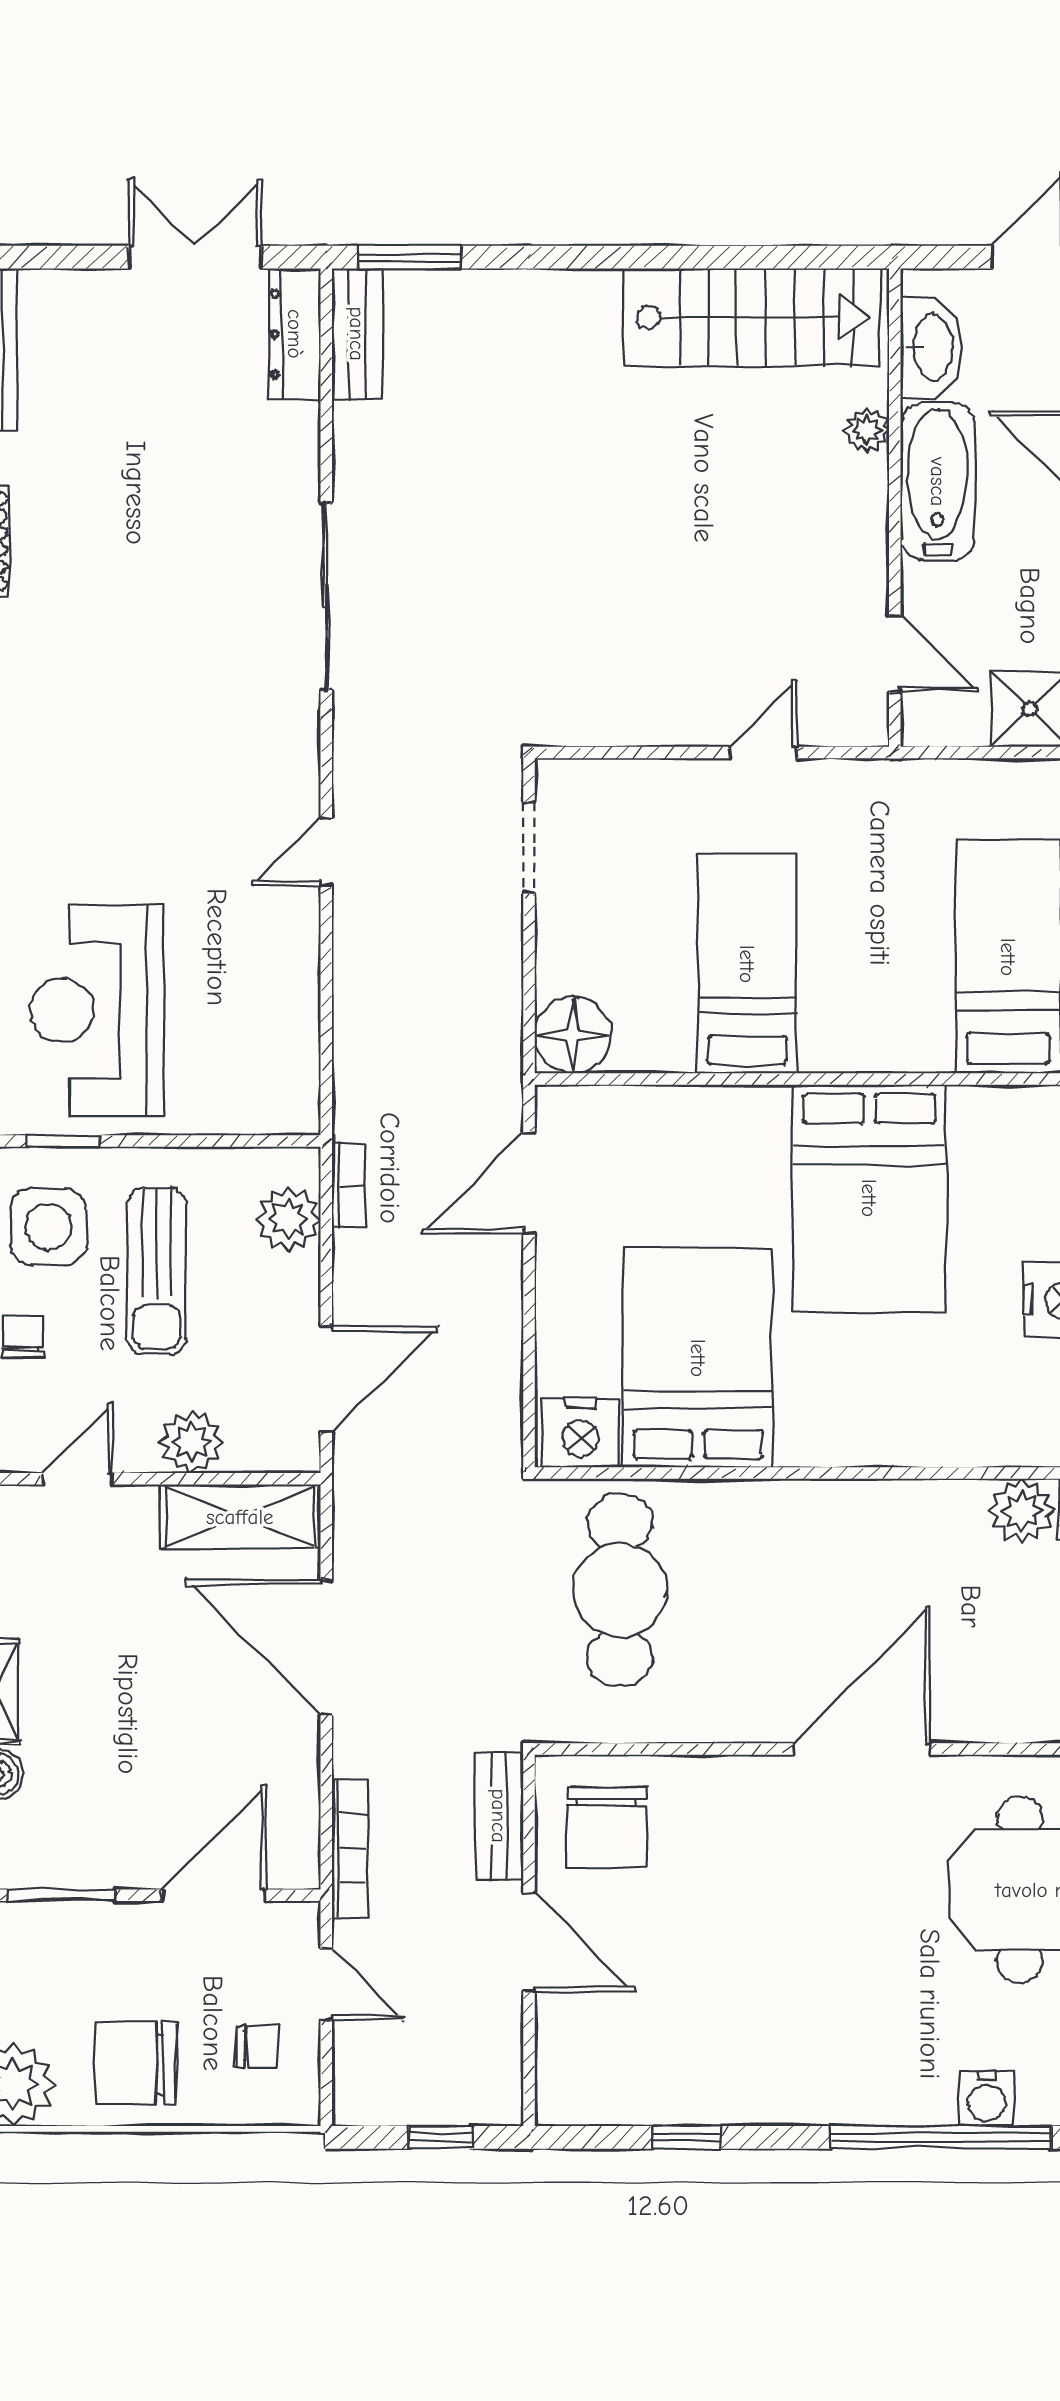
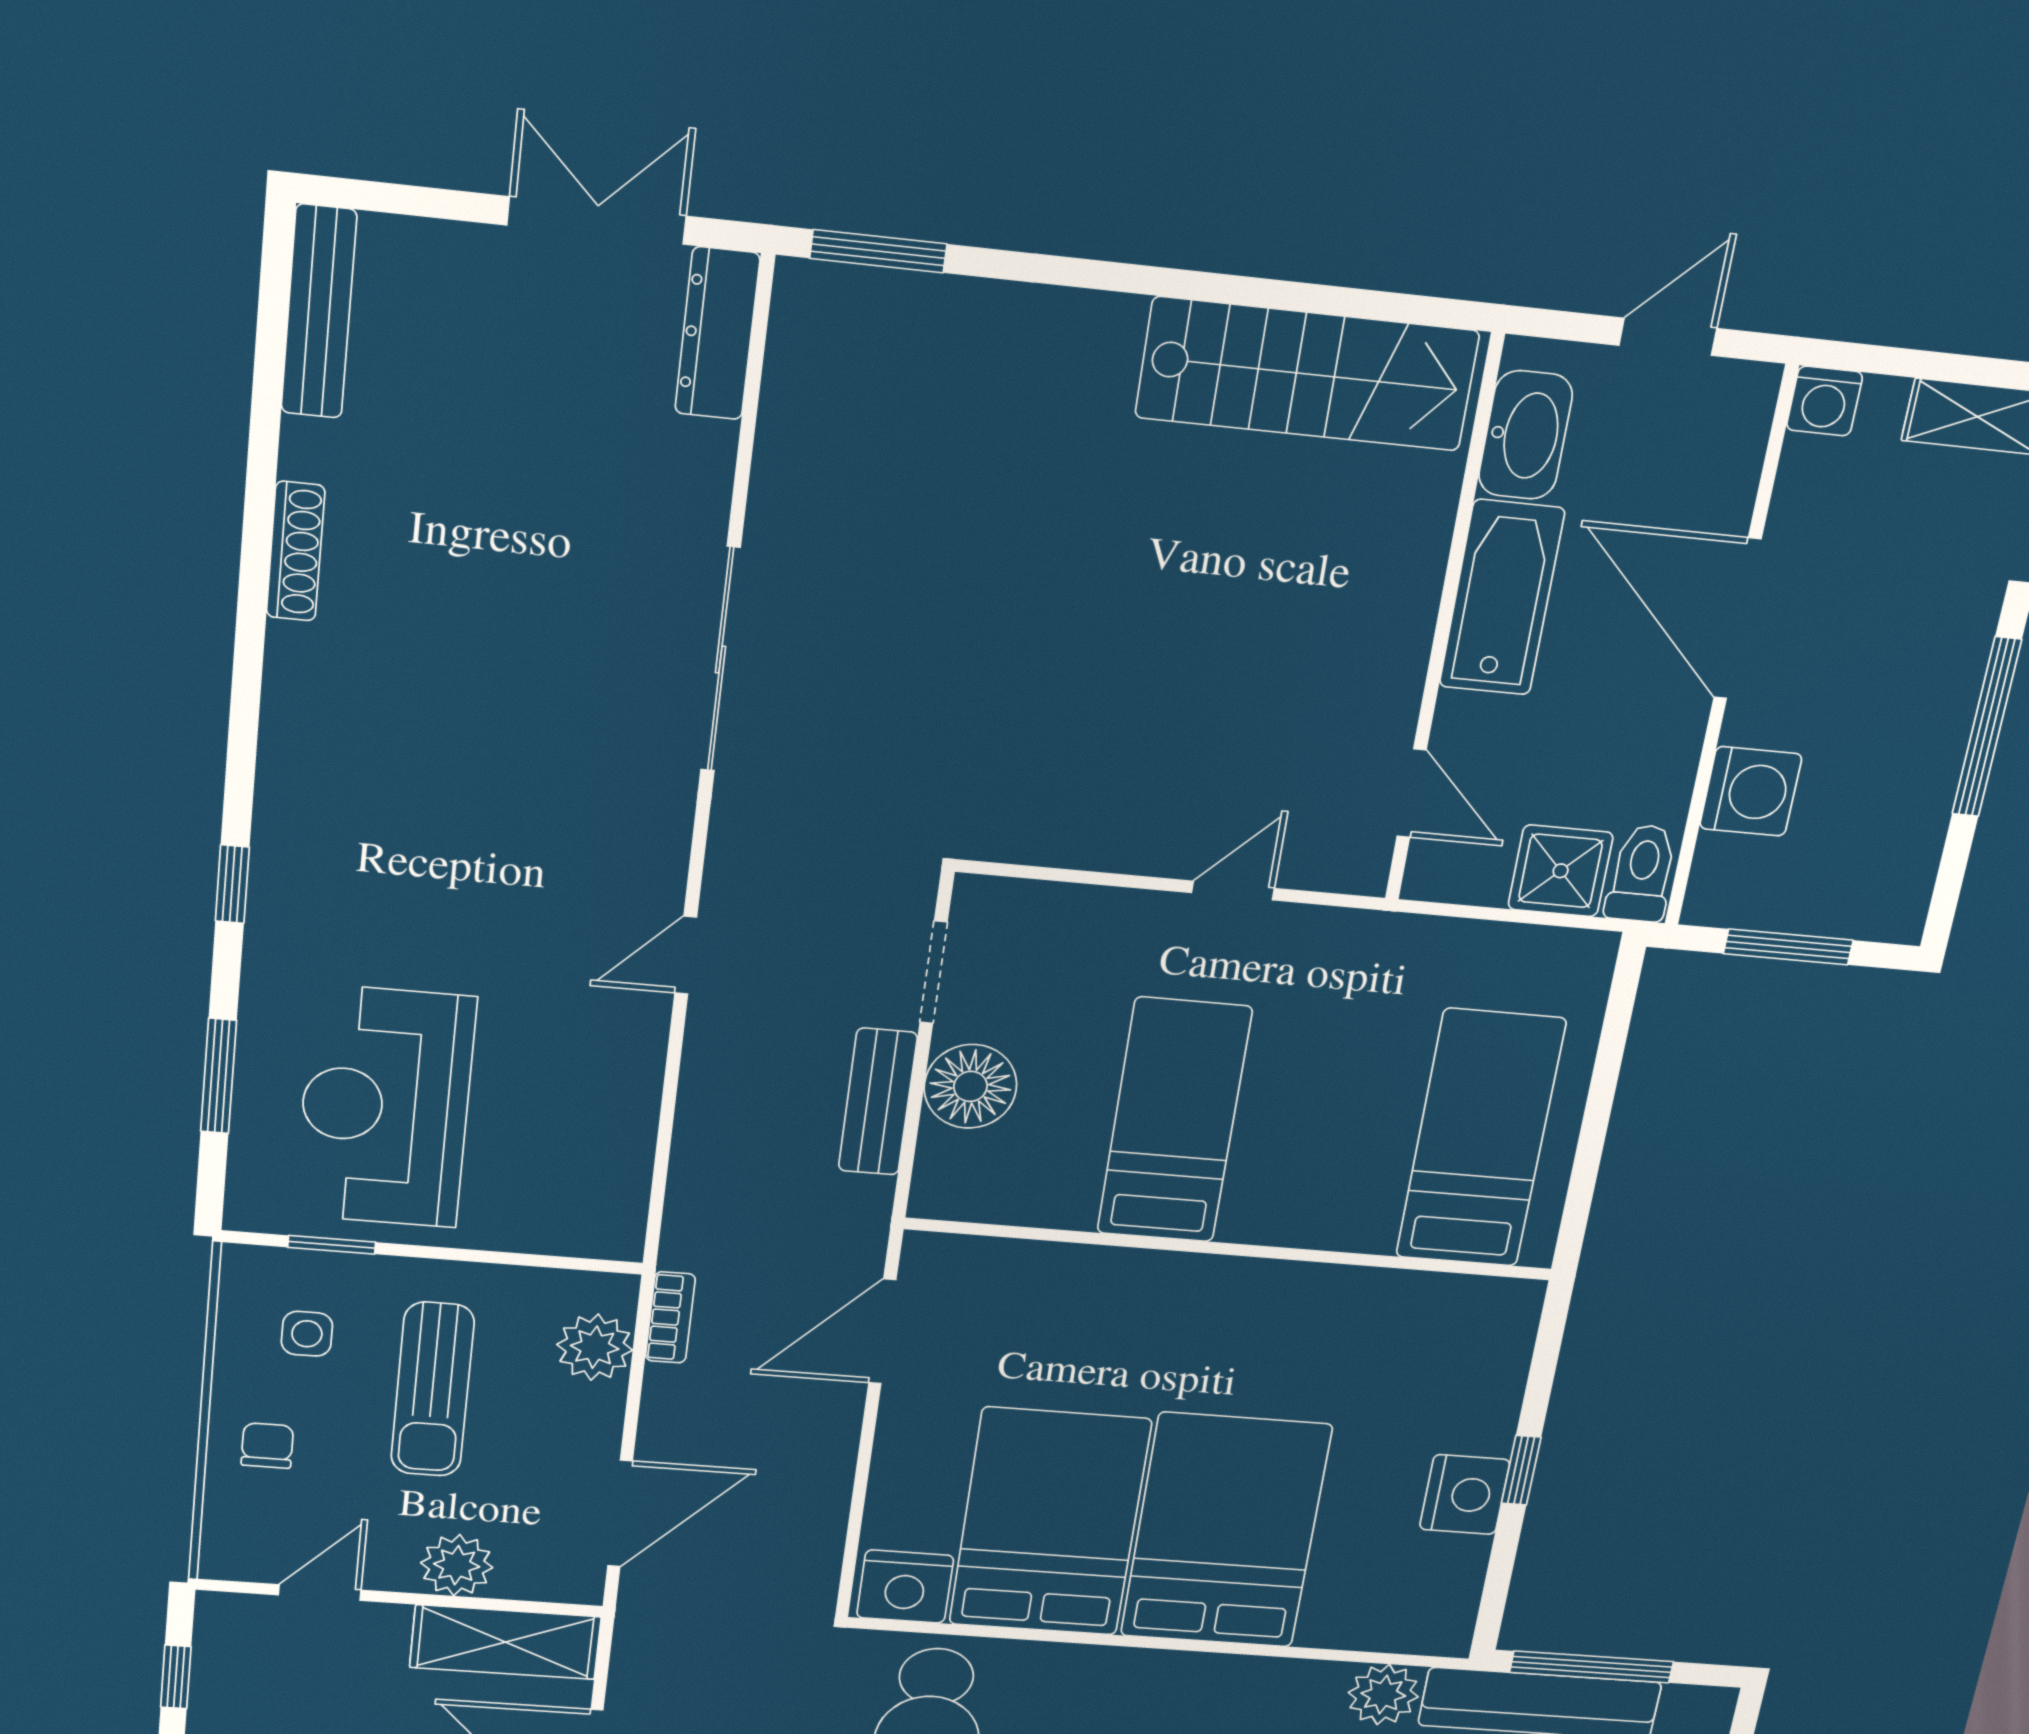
bench: (357, 334) -> (878, 1102), moved
plant: (867, 430) -> (1427, 528), removed
floor lamp: (573, 1035) -> (970, 1086), moved
bed: (869, 1198) -> (1226, 1531), moved, turned 180
side table: (48, 1227) -> (307, 1334), width x0.54, depth x0.54

